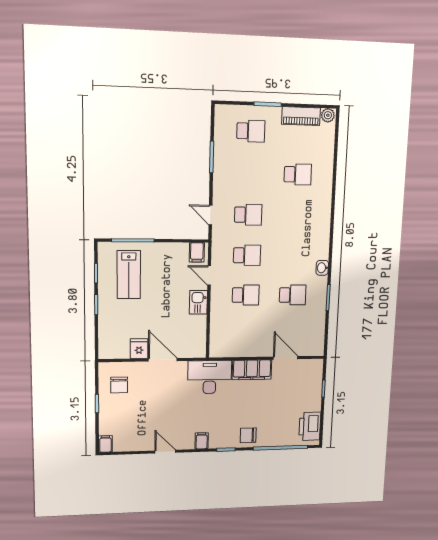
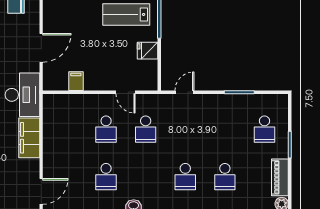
school desk: (248, 215) -> (185, 177), moved
filing cabinet: (197, 252) -> (76, 81), moved, turned 90
door: (209, 275) -> (126, 92), swing flipped
kitchen sink: (198, 302) -> (99, 82), removed
fridge: (139, 349) -> (148, 51), moved, turned 180
door: (286, 358) -> (41, 191), moved

